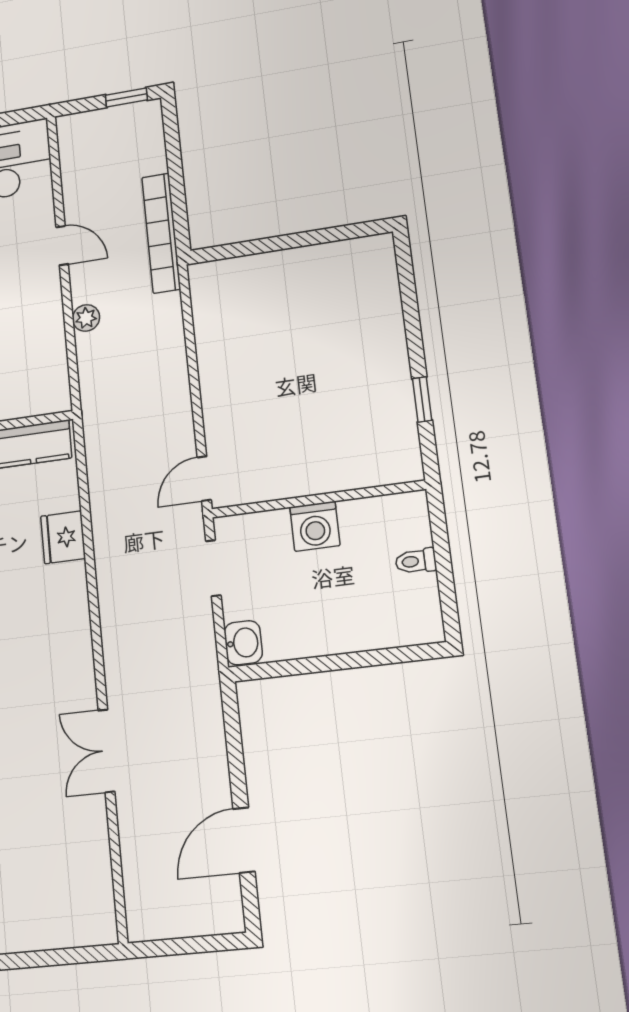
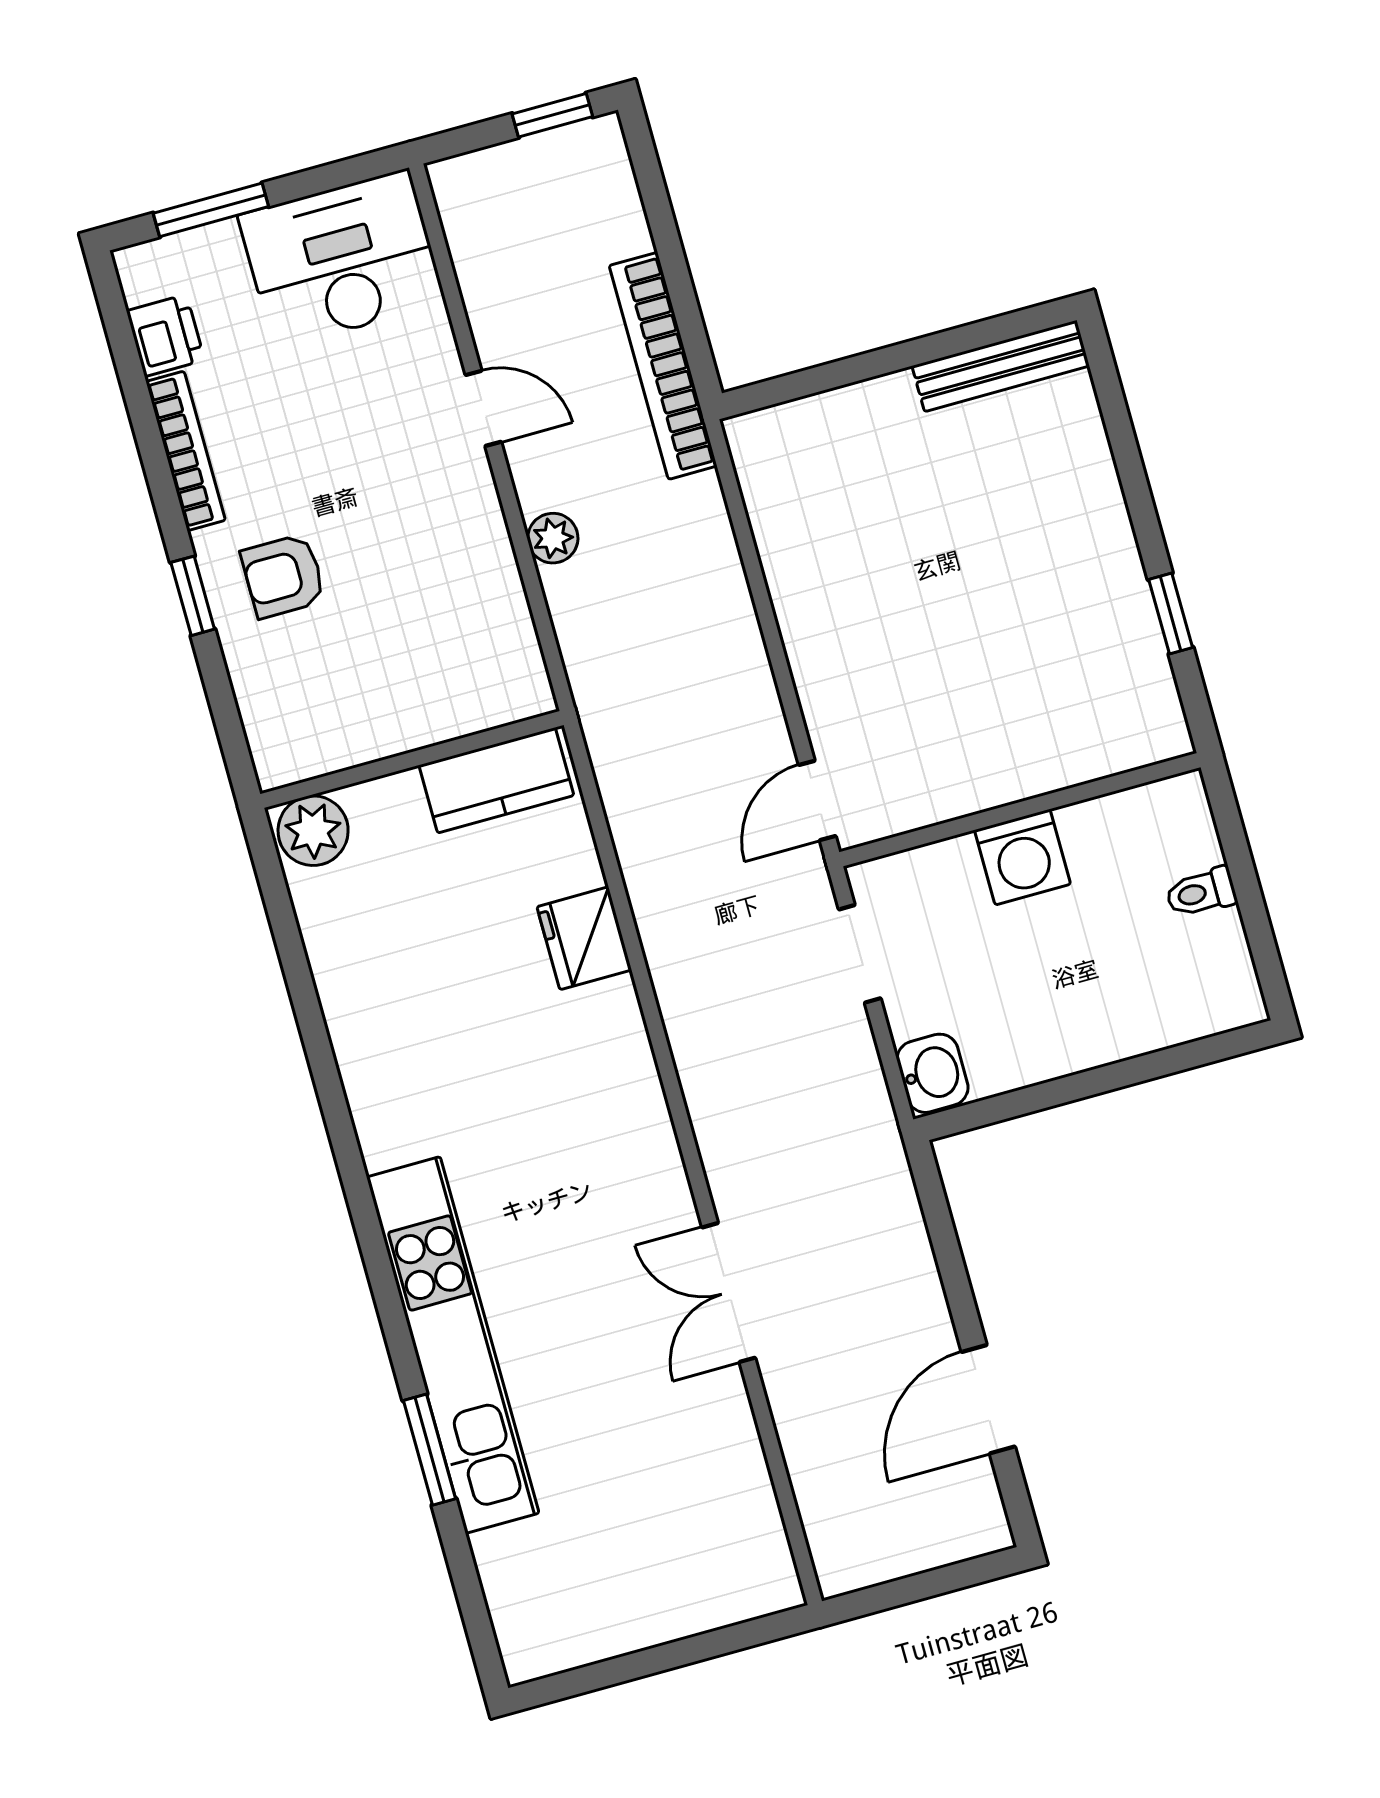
bench: (346, 252) -> (1001, 366), added

